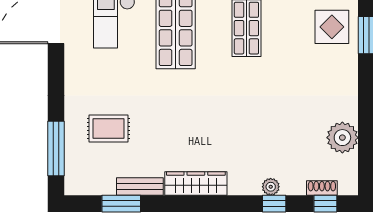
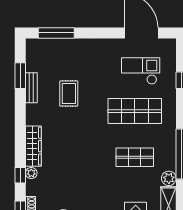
rug: (109, 128) -> (69, 94), moved
wardrobe: (196, 183) -> (33, 146), moved

